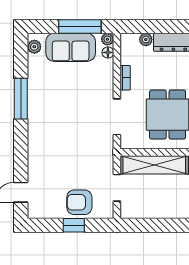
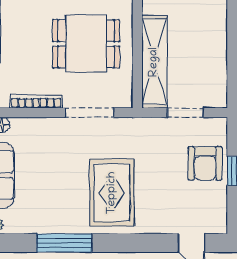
bookcase: (125, 78) -> (36, 101), width x1.56
rug: (58, 134) -> (112, 193), added

